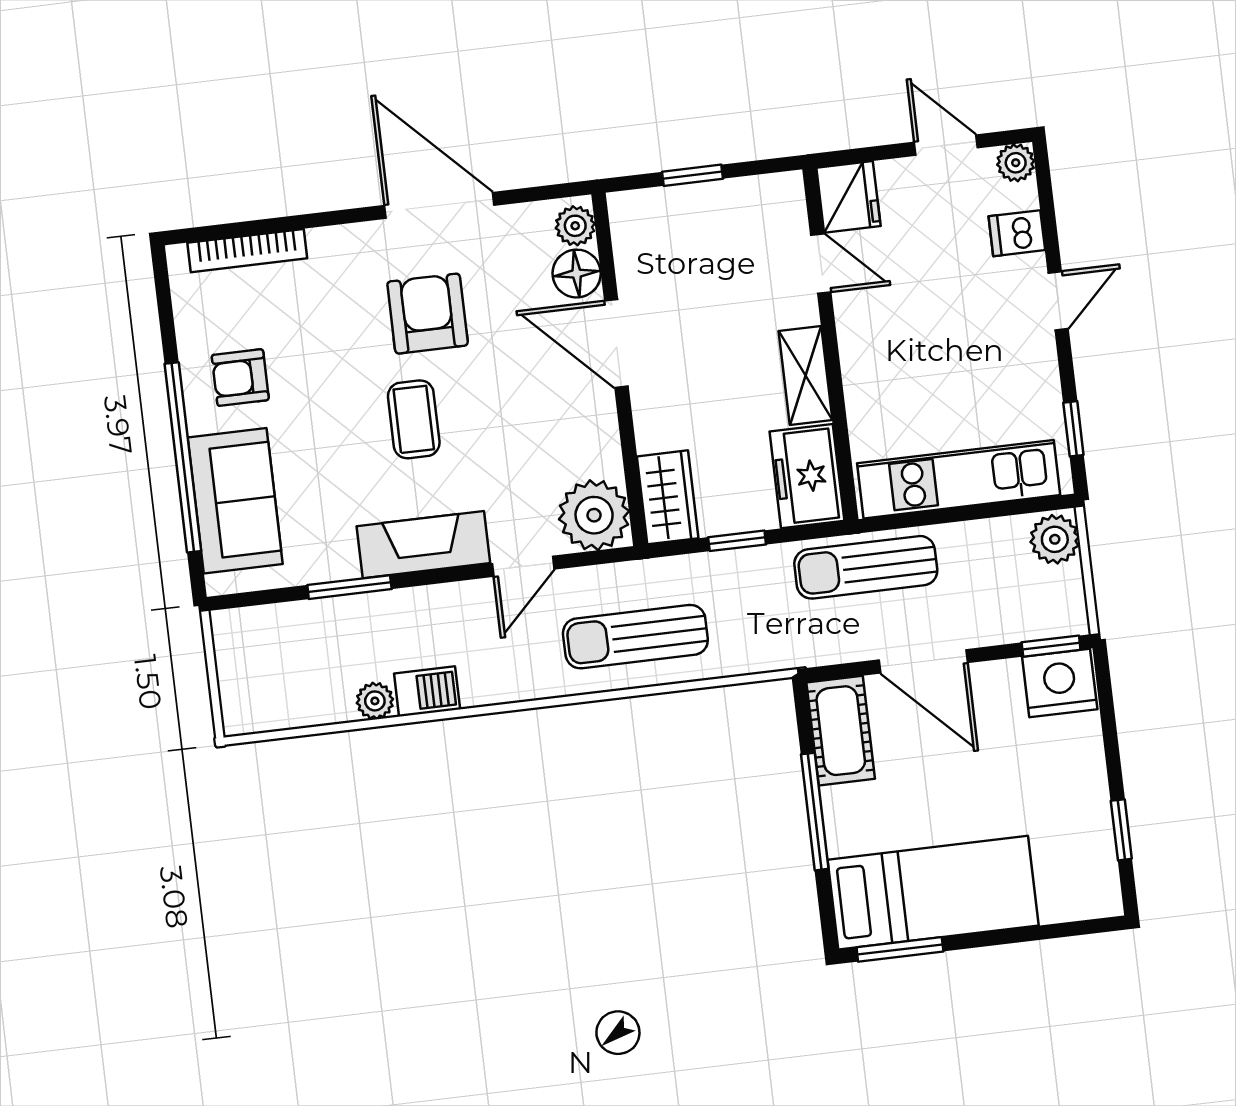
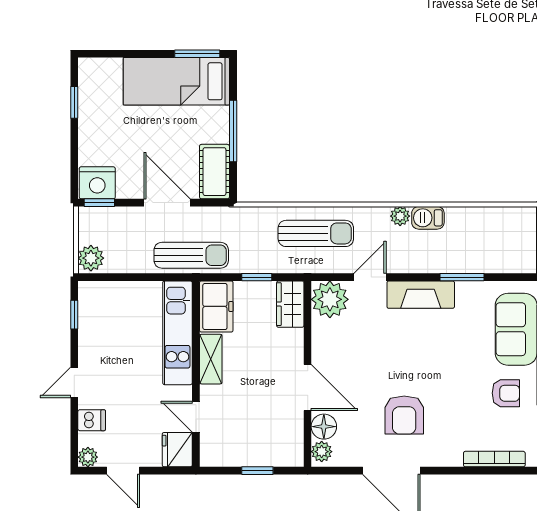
coffee table: (414, 419) -> (418, 361), removed
kitchen unit: (959, 479) -> (177, 333), moved, turned 90
plant: (375, 701) -> (400, 216), moved

